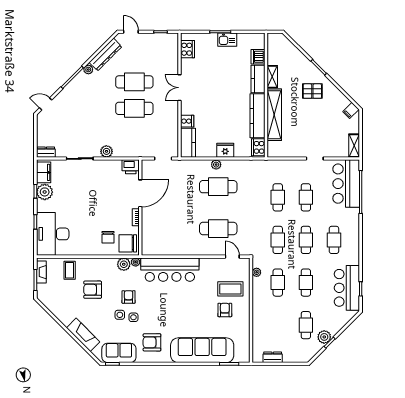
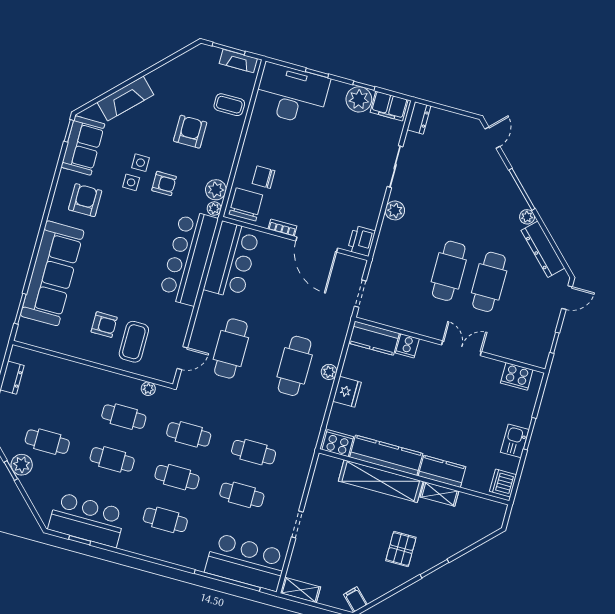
dishwasher: (258, 57) -> (503, 483), moved, turned -90
bar counter: (164, 243) -> (232, 260), added

